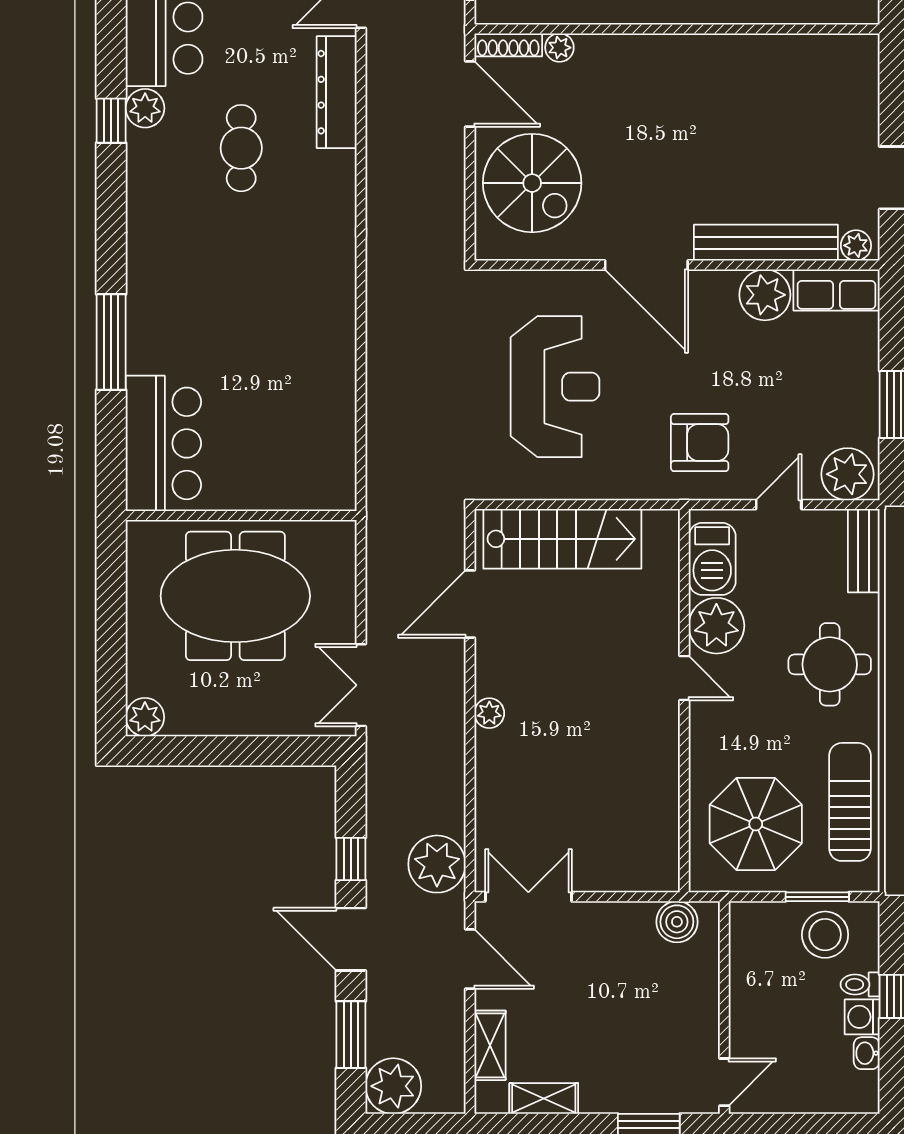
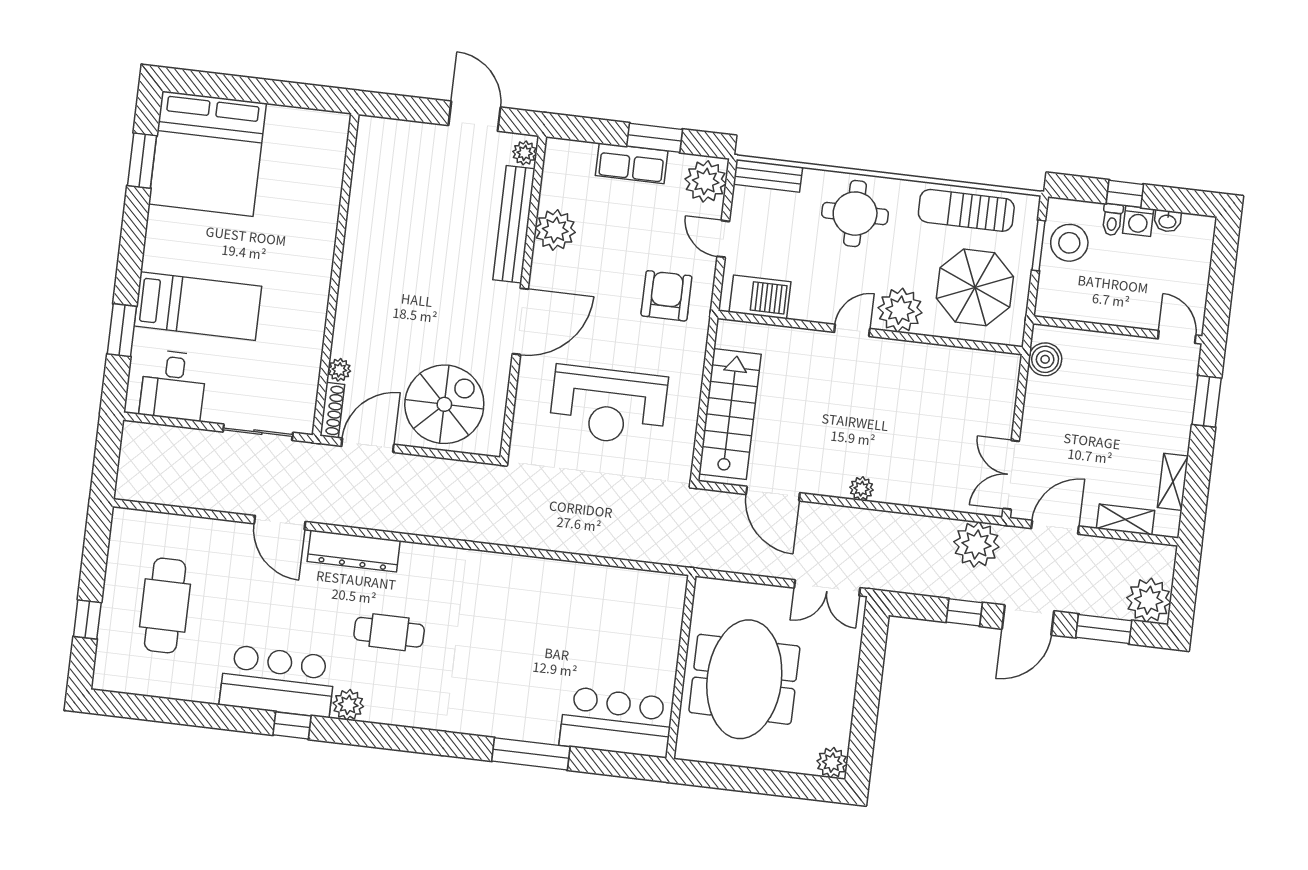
window: (111, 121) -> (292, 725), moved
row of seats: (836, 290) -> (632, 163), moved, turned 90
reception desk: (555, 387) -> (608, 405), turned 180
plant: (716, 626) -> (900, 310), moved

